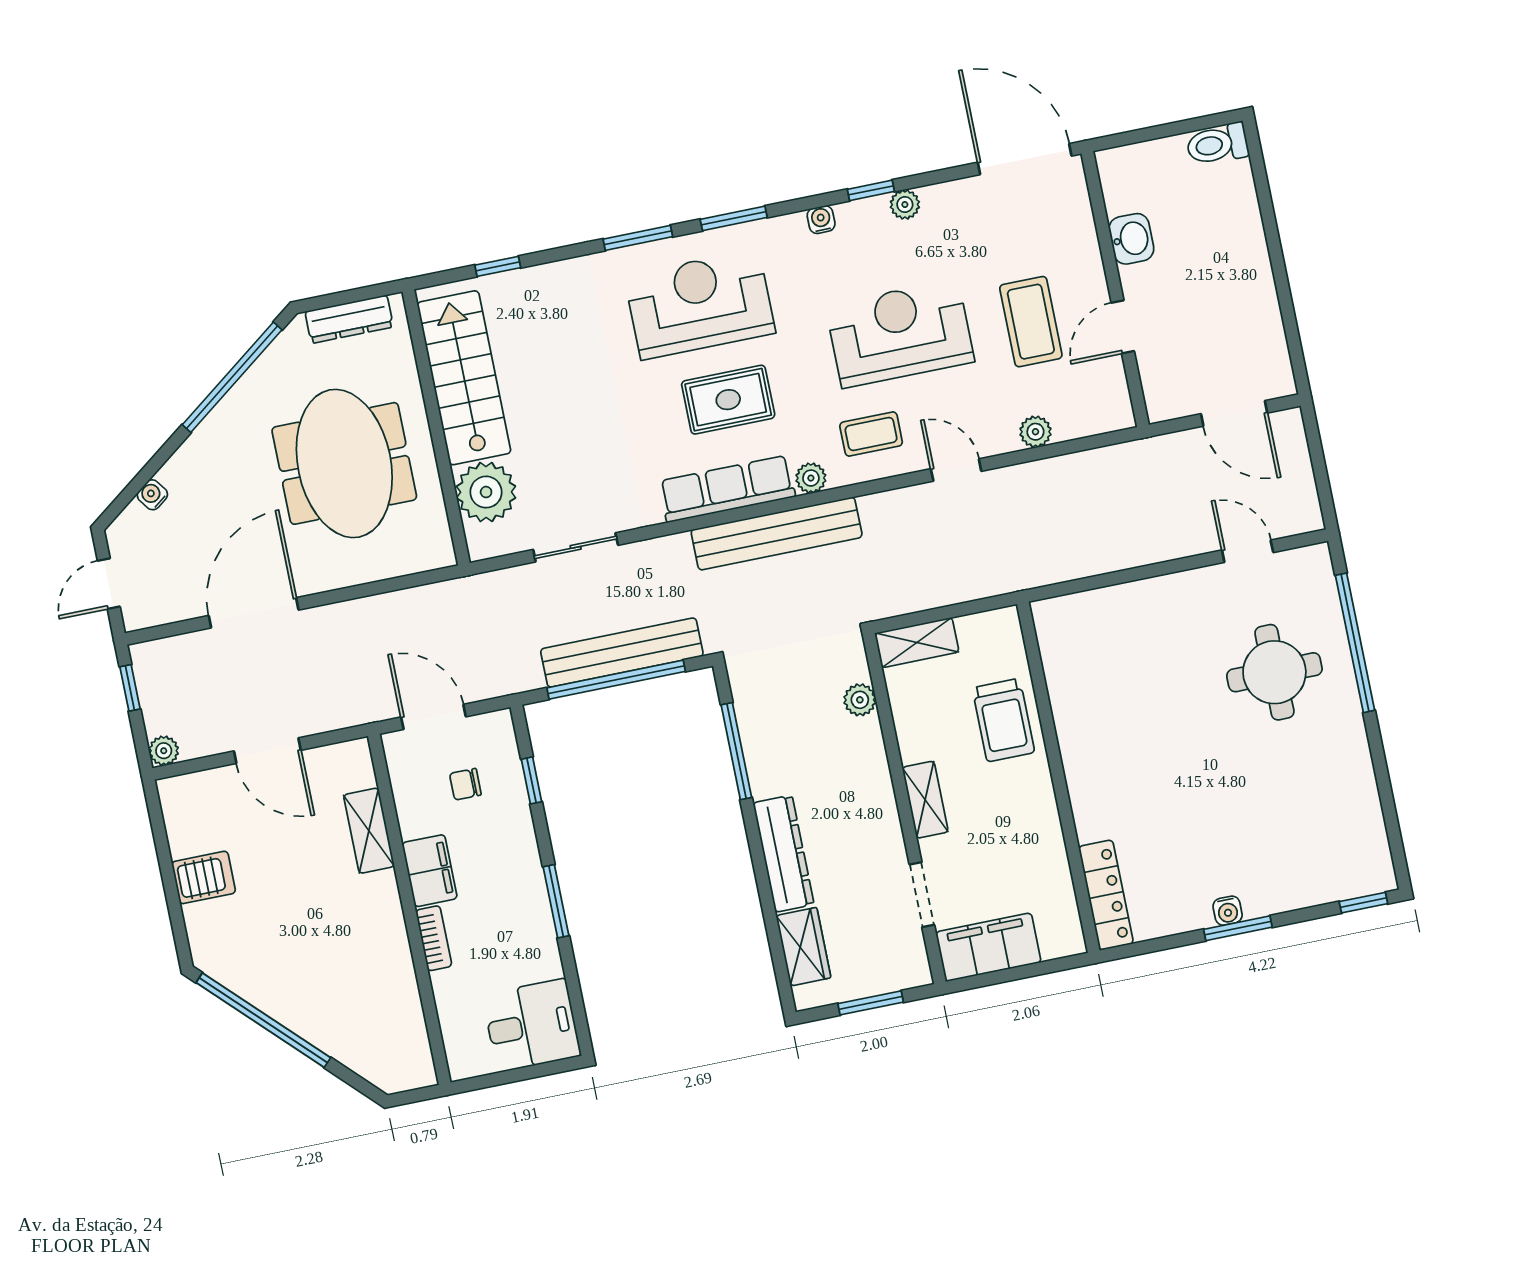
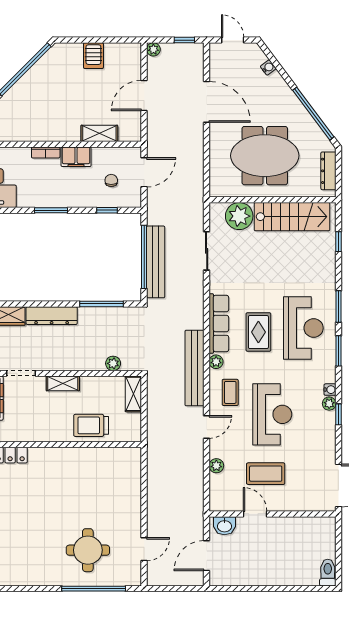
plant: (905, 205) -> (329, 404), moved
washbasin: (1131, 239) -> (224, 526), moved
bench: (777, 534) -> (195, 368), moved

